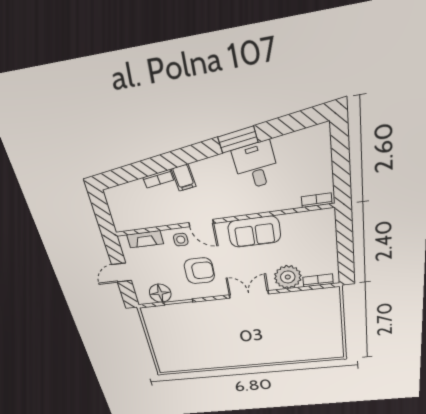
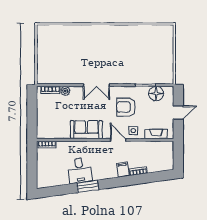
plant: (288, 277) -> (65, 91), width x0.53, depth x0.53

